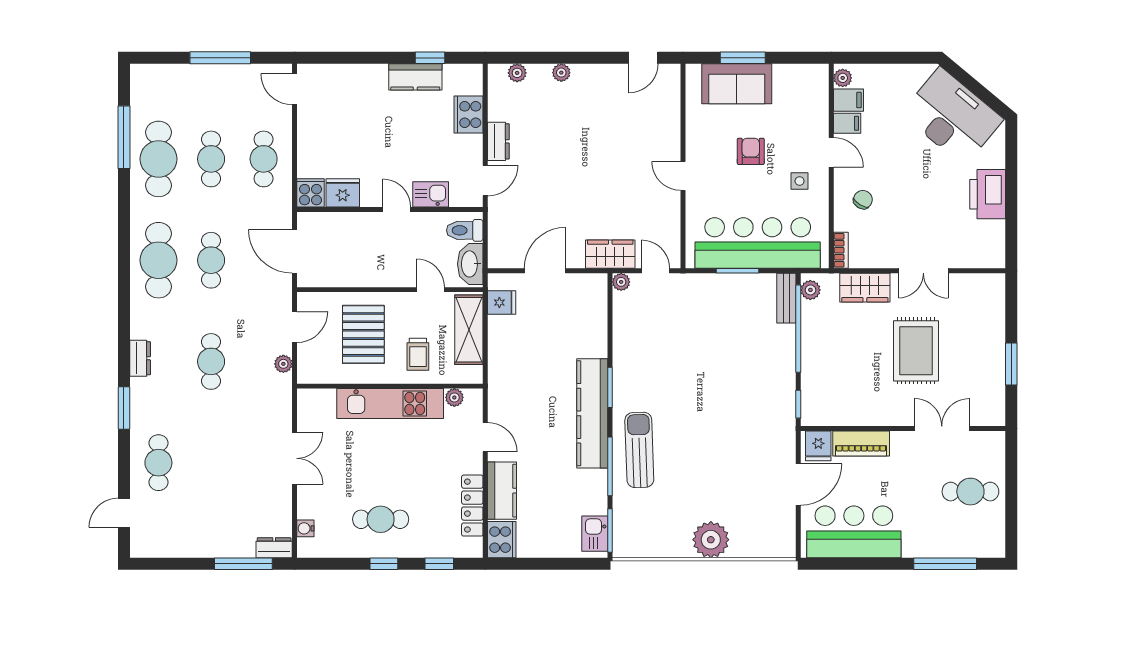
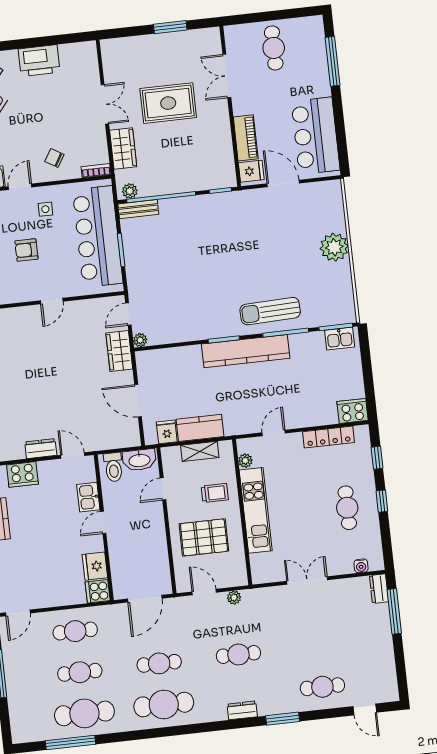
shelving: (469, 330) -> (200, 451), width x0.67, depth x0.75
kitchen counter: (502, 491) -> (200, 428), moved

